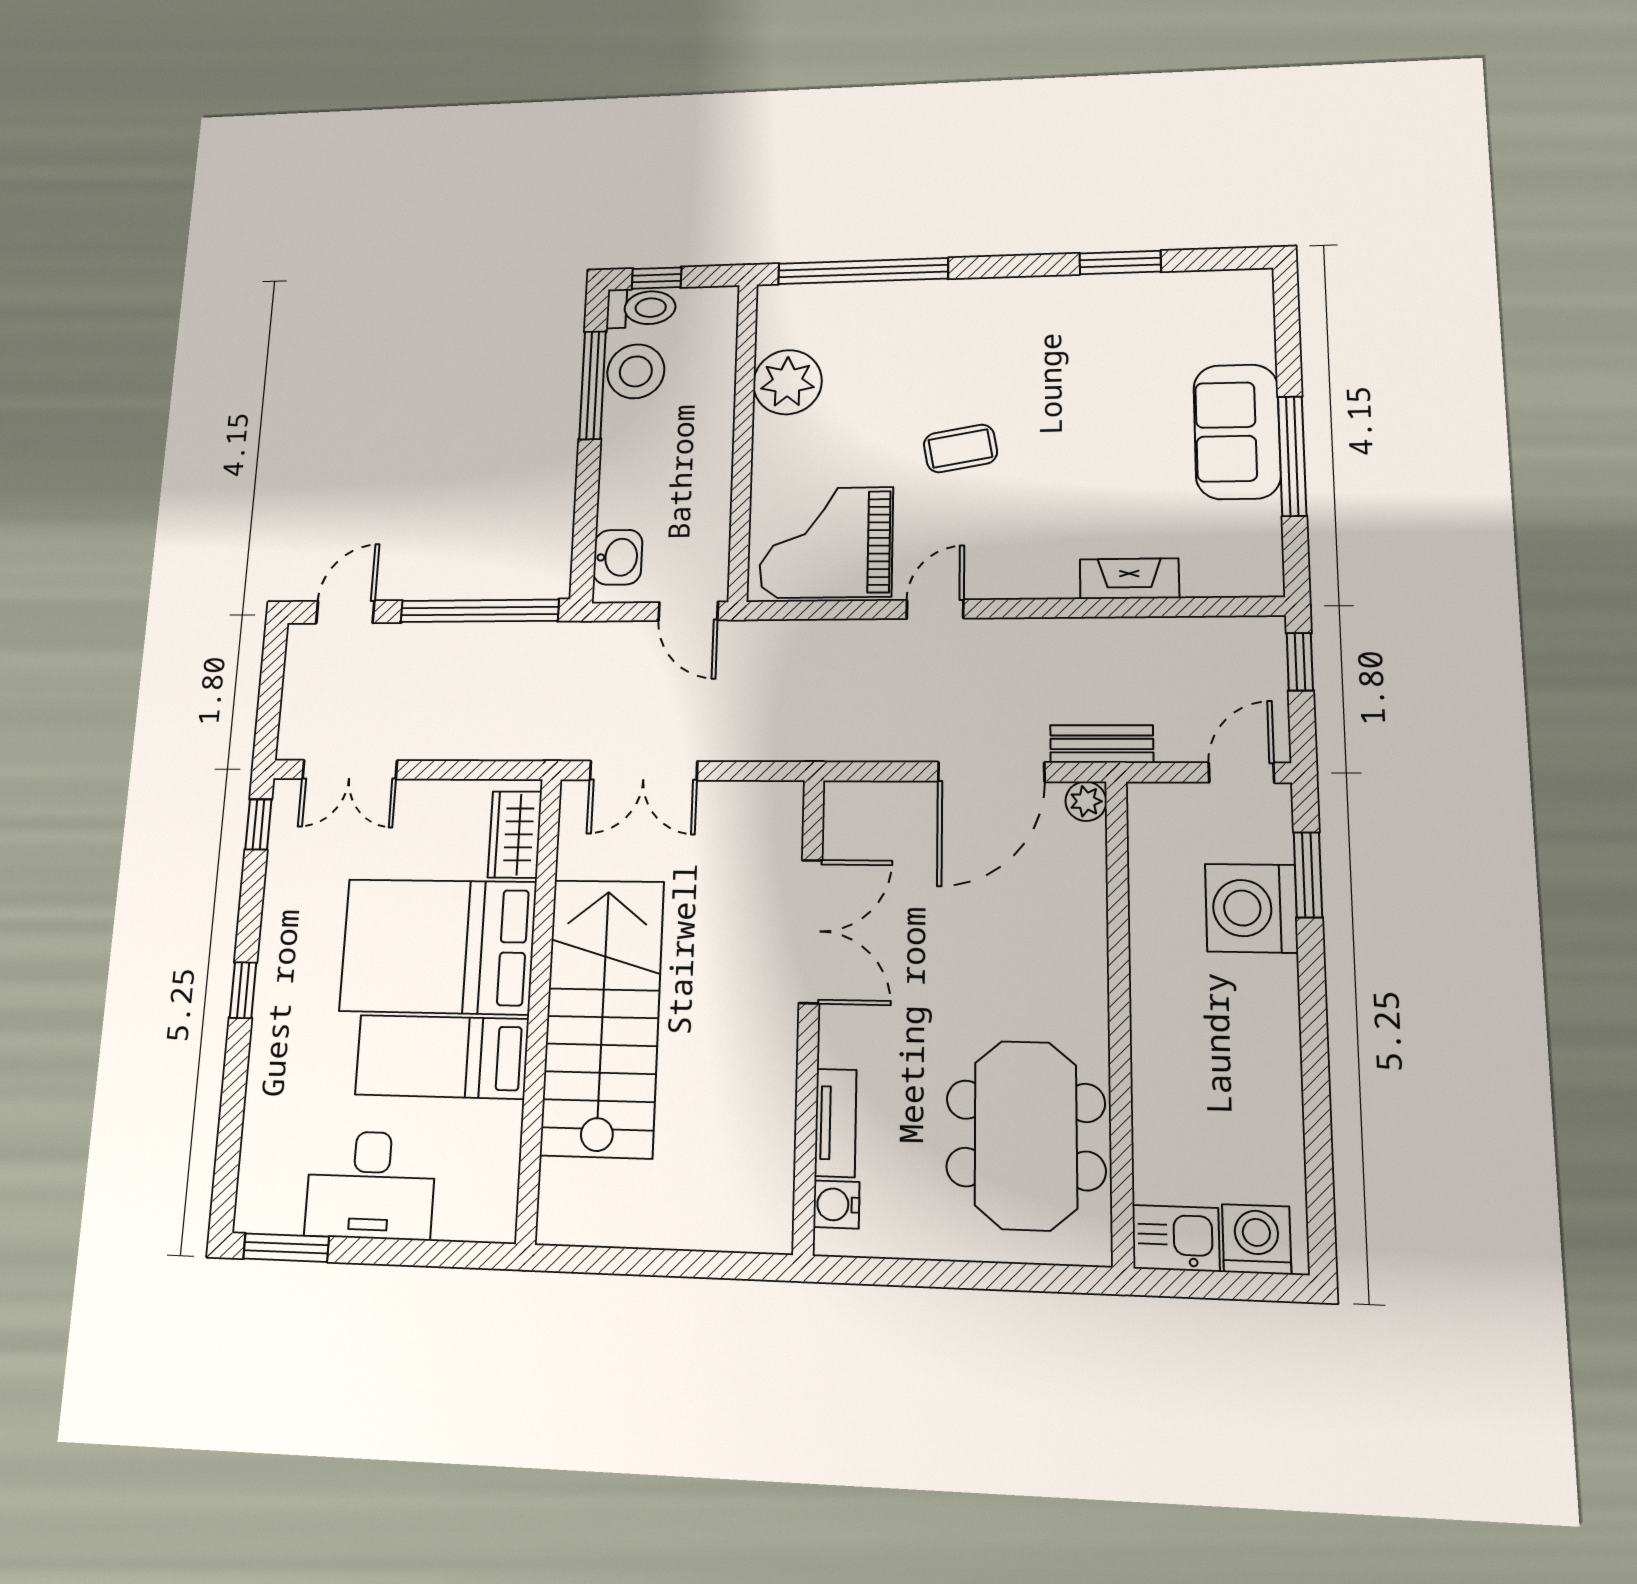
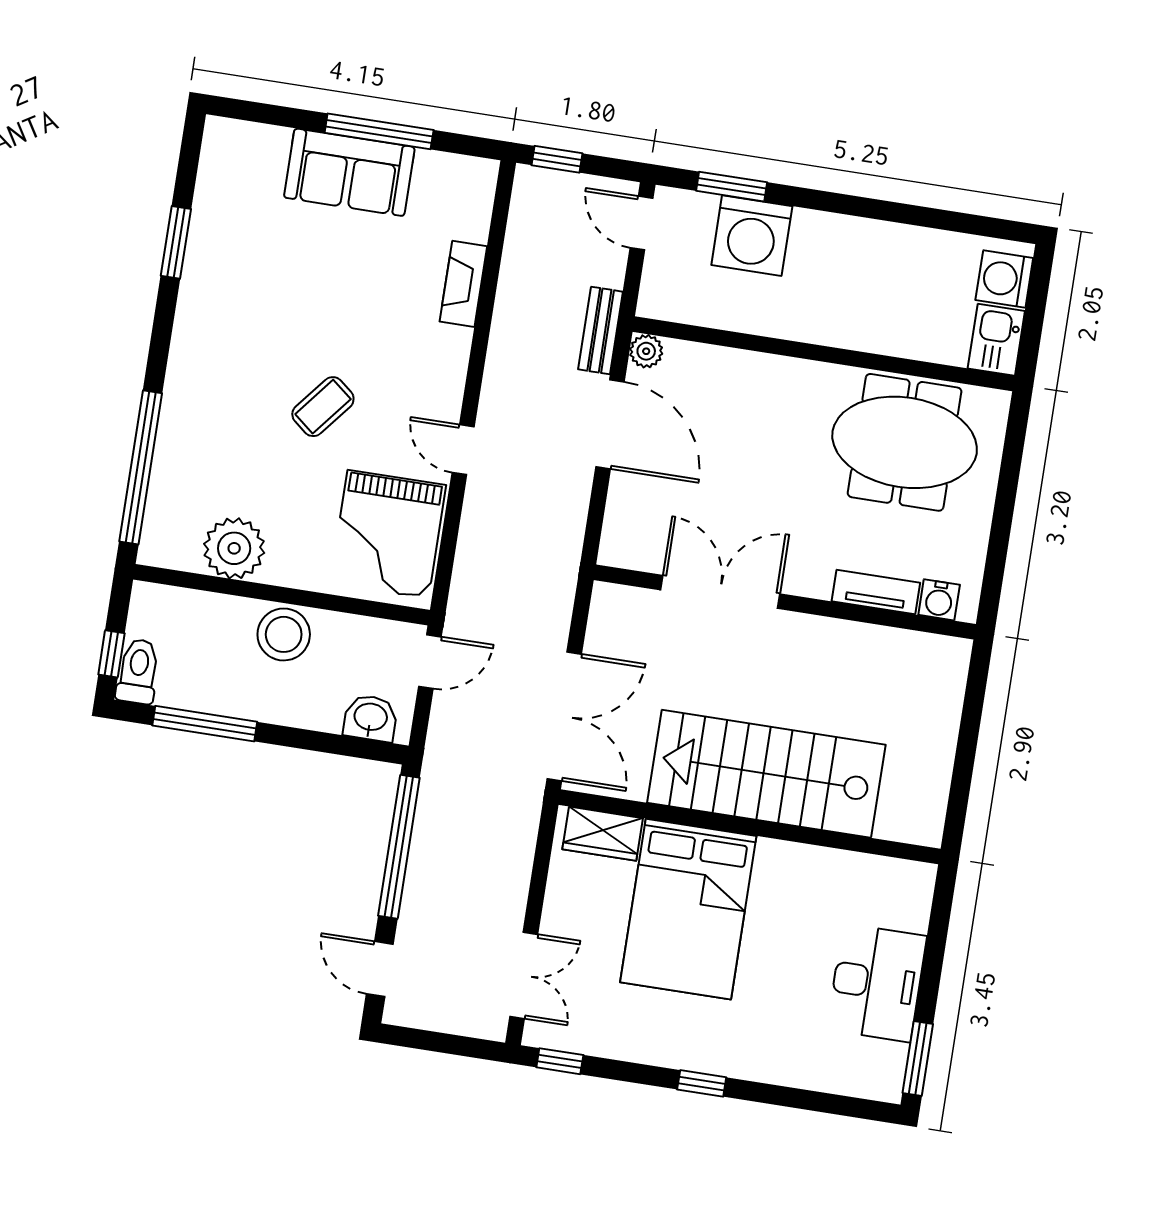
stool: (636, 371) -> (284, 634), moved
coffee table: (960, 448) -> (323, 407), turned 49
double door: (643, 771) -> (564, 716), width x1.37
bed: (442, 1057) -> (781, 914), removed

